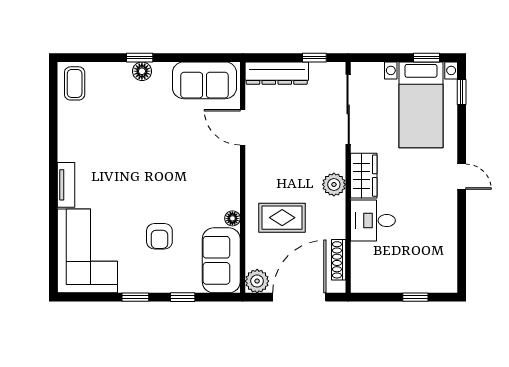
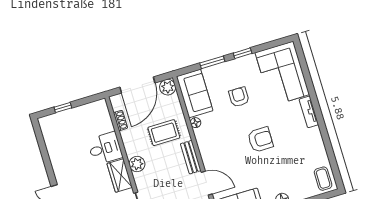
armchair: (147, 166) -> (260, 140), added
bench: (254, 171) -> (191, 157), added
shoe rack: (339, 260) -> (121, 120), width x0.70
window: (183, 297) -> (212, 62), width x1.50

